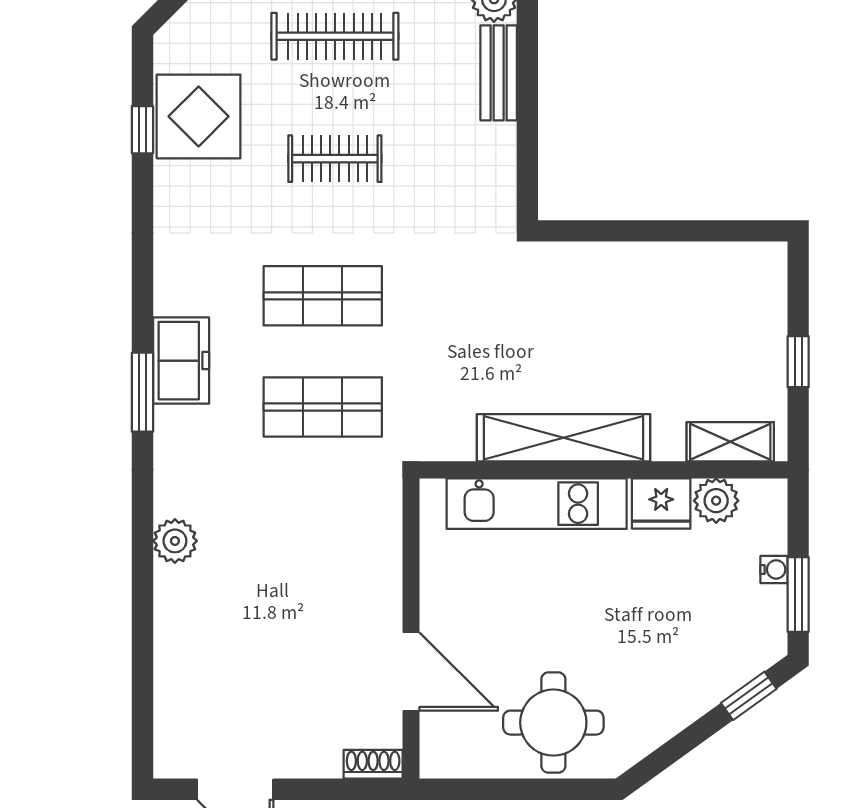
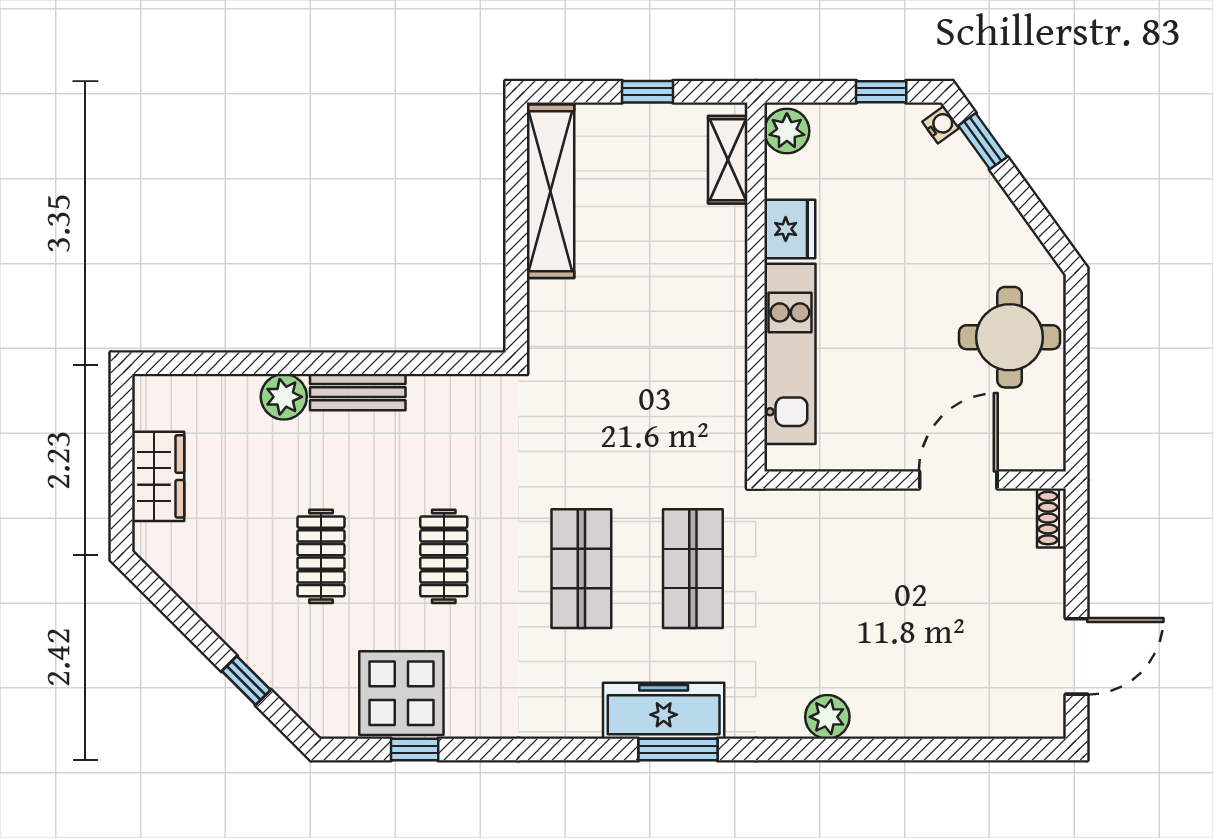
clothes rail: (335, 36) -> (321, 556), width x0.73
freezer: (181, 361) -> (664, 711), width x1.40
shelving: (564, 438) -> (551, 191), moved
plant: (716, 501) -> (787, 131), moved
water cooler: (774, 569) -> (941, 125), moved, turned 54
window: (798, 594) -> (881, 92), width x0.67

